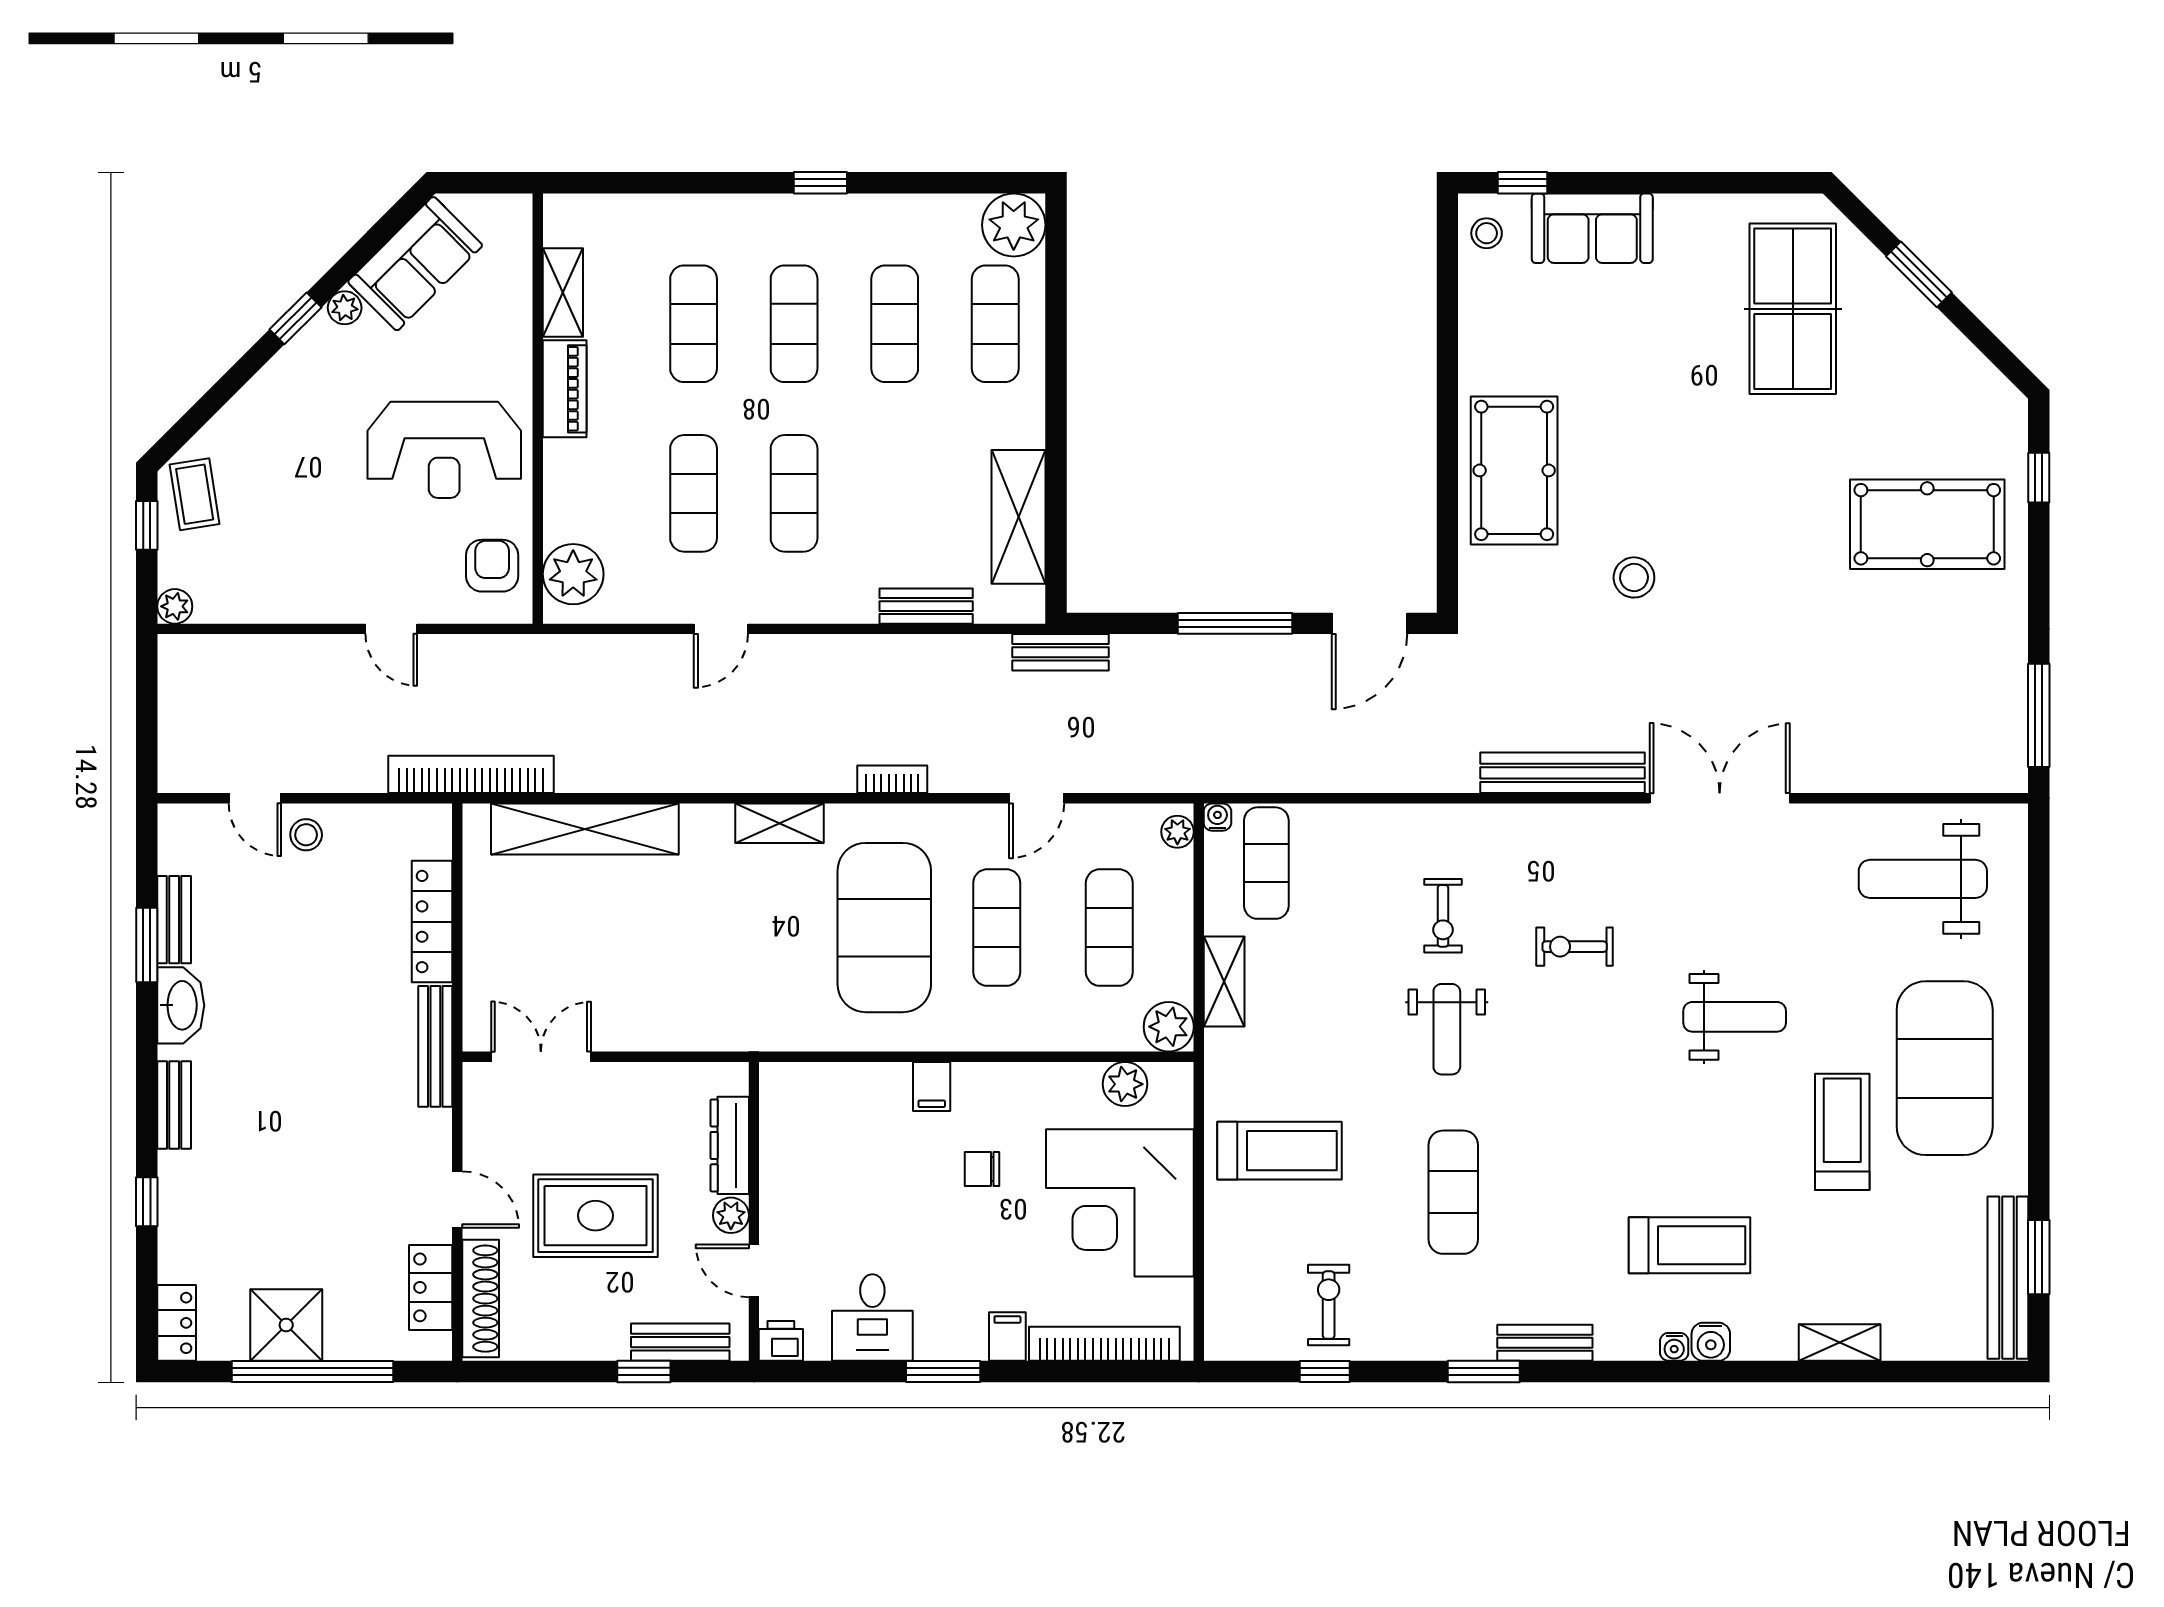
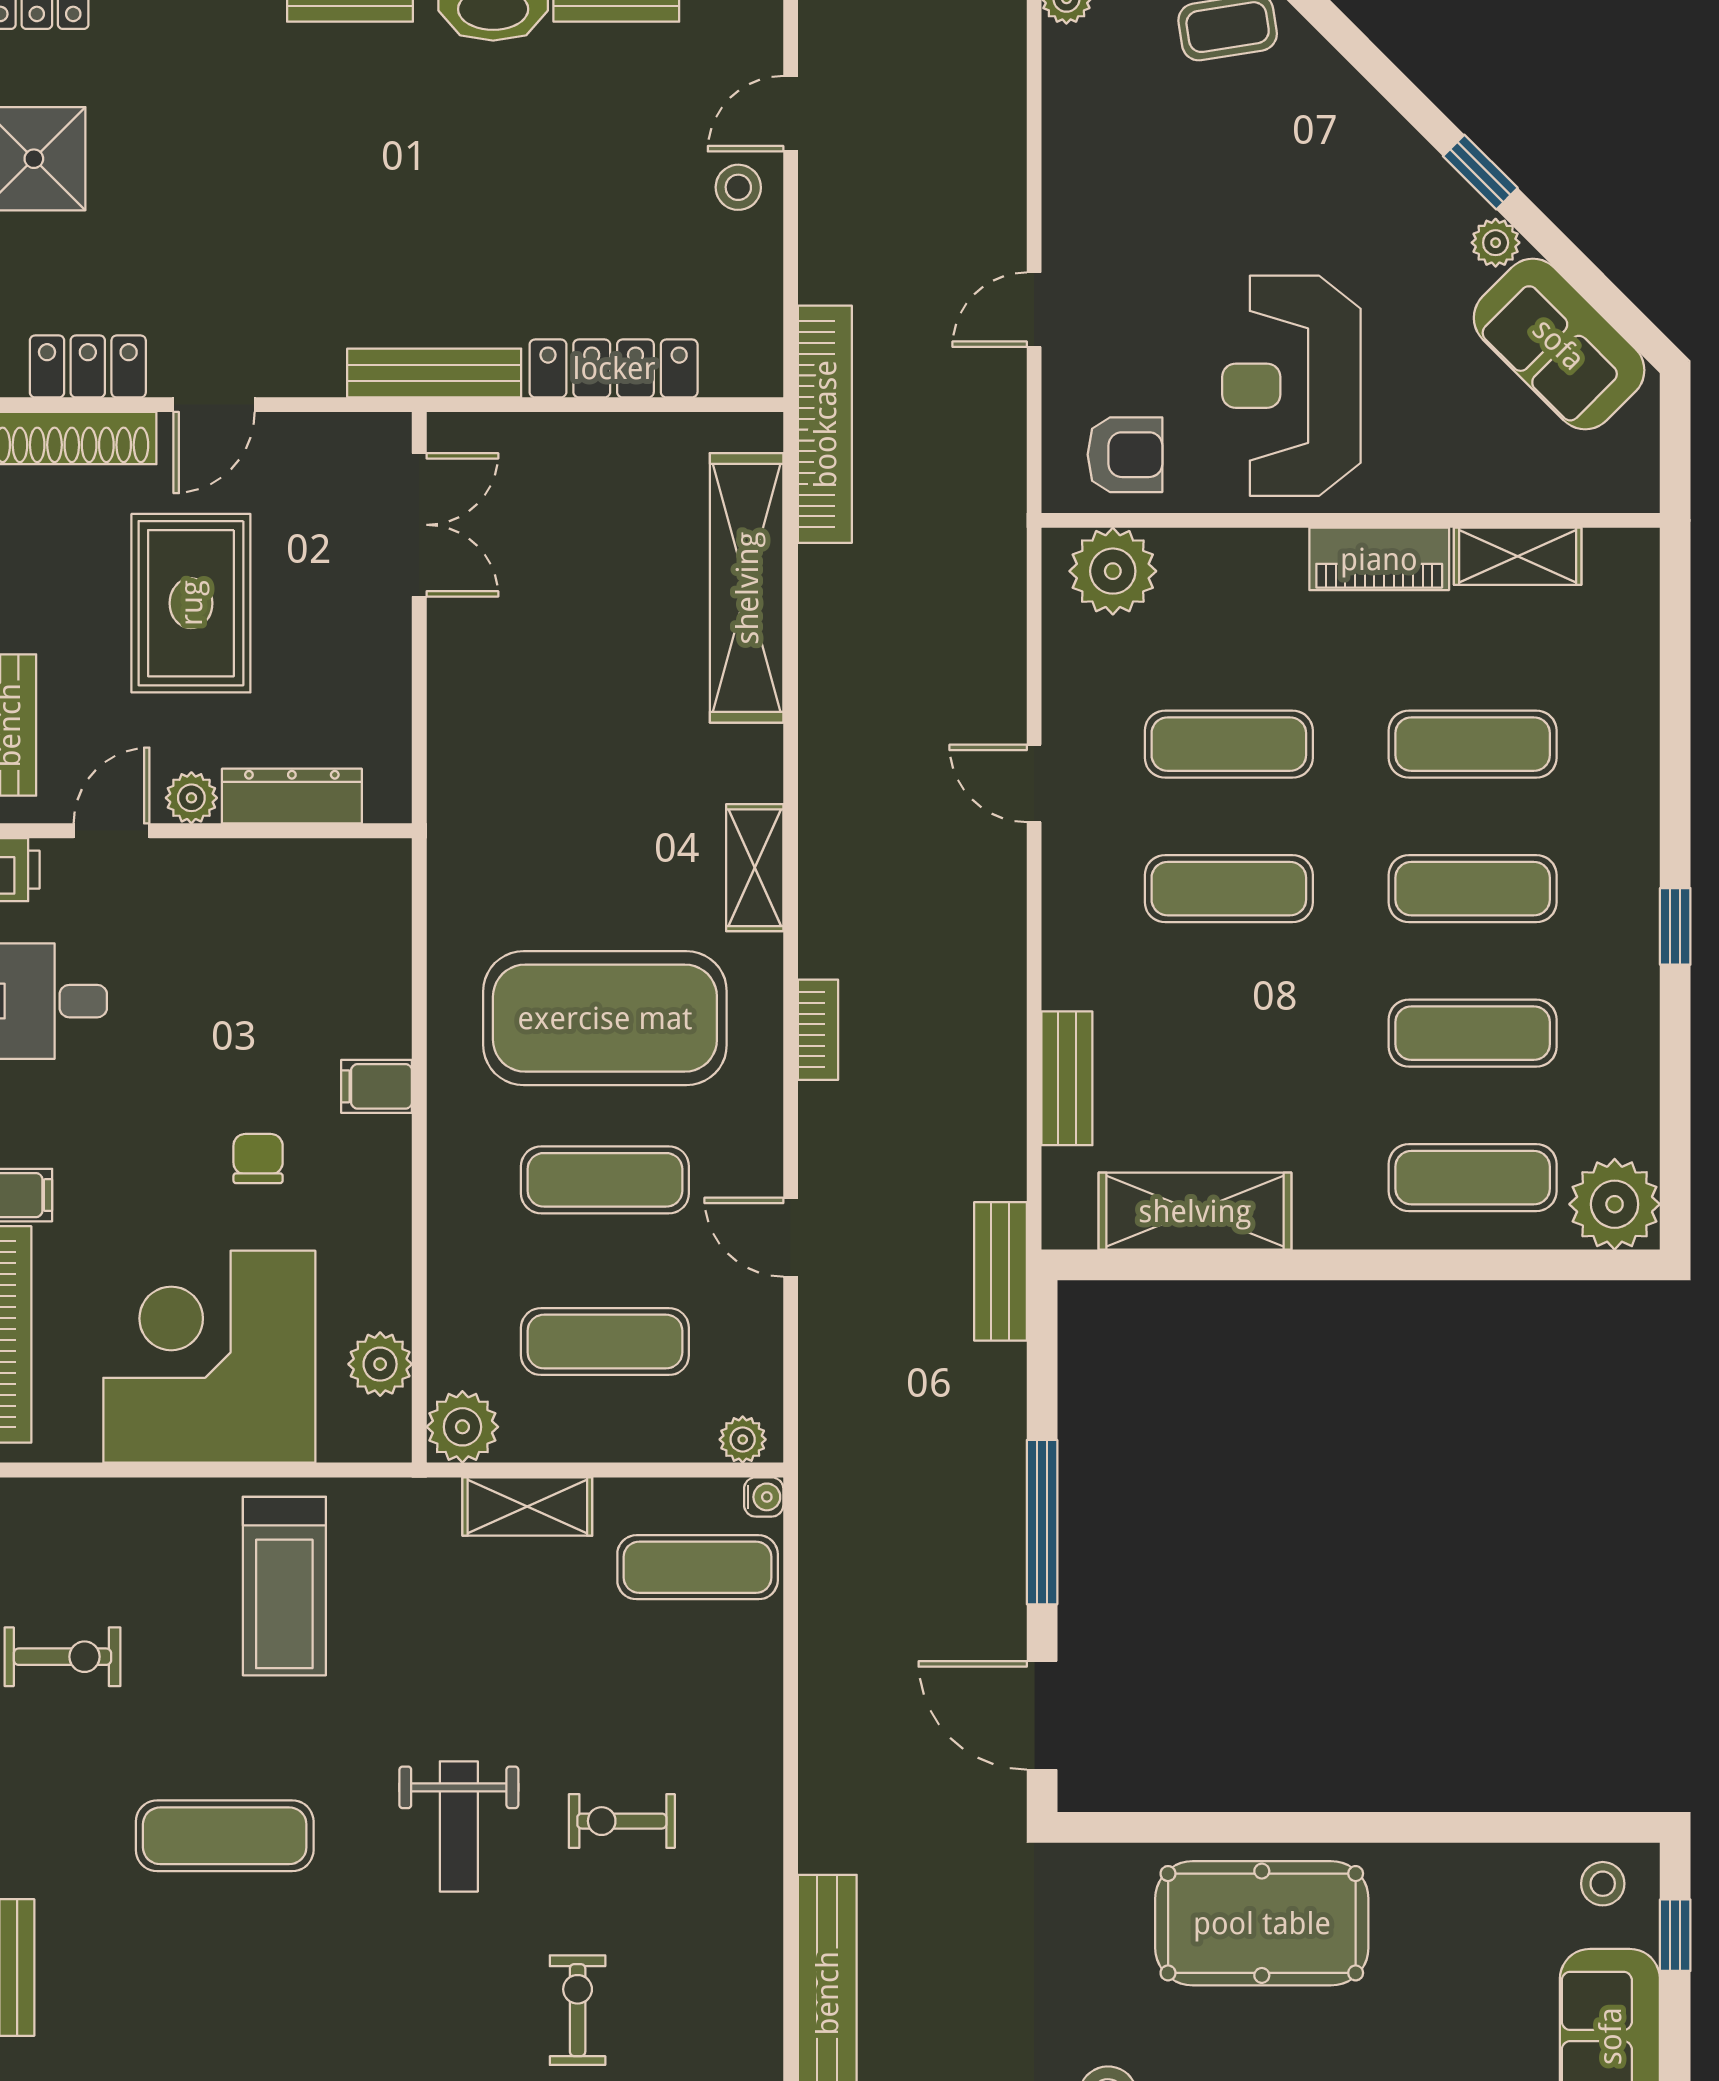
weight bench: (1447, 1029) -> (459, 1826), turned -90

